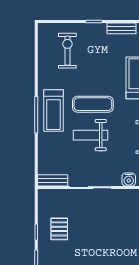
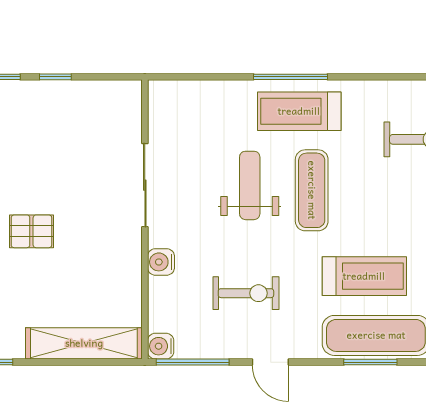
bench: (53, 180) -> (159, 110), removed
pallet: (59, 229) -> (31, 231), moved

